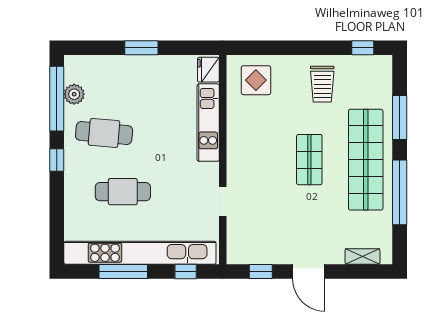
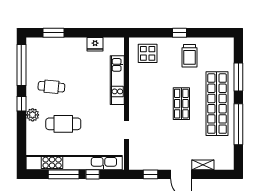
window: (141, 48) -> (53, 33), moved
window: (363, 48) -> (180, 33), moved
fridge: (208, 70) -> (95, 44), moved, turned -90
plant: (74, 94) -> (33, 115), moved
cafe table: (104, 133) -> (51, 87), width x0.73, depth x0.74
shelving: (363, 256) -> (203, 165), moved
window: (186, 271) -> (93, 174), moved

